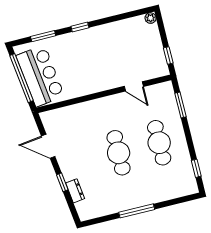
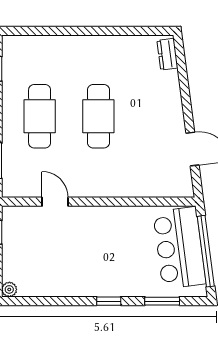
window: (62, 182) -> (185, 95), removed
dresser: (75, 191) -> (167, 54), moved
window: (137, 211) -> (93, 31), removed

